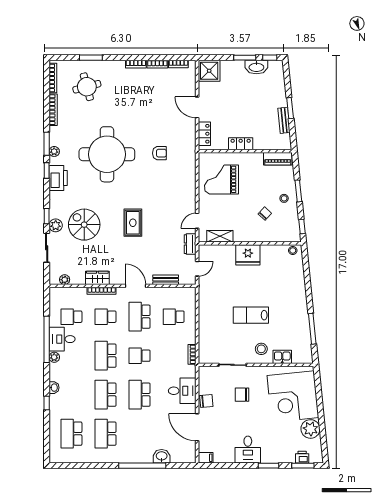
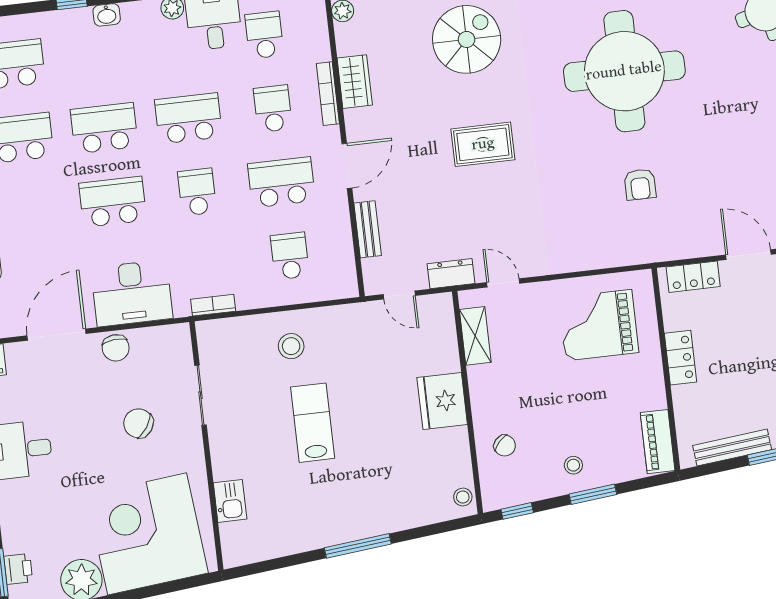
door: (197, 107) -> (748, 255), hinge flipped
bench: (284, 120) -> (732, 448), width x1.36
grand piano: (221, 179) -> (599, 325), turned -90
chair: (265, 214) -> (505, 446), moved
window: (312, 329) -> (358, 546), moved
stool: (261, 349) -> (291, 346), moved
desk: (182, 391) -> (132, 293), width x1.37
chair: (242, 395) -> (138, 423), turned -56

